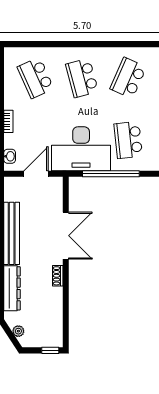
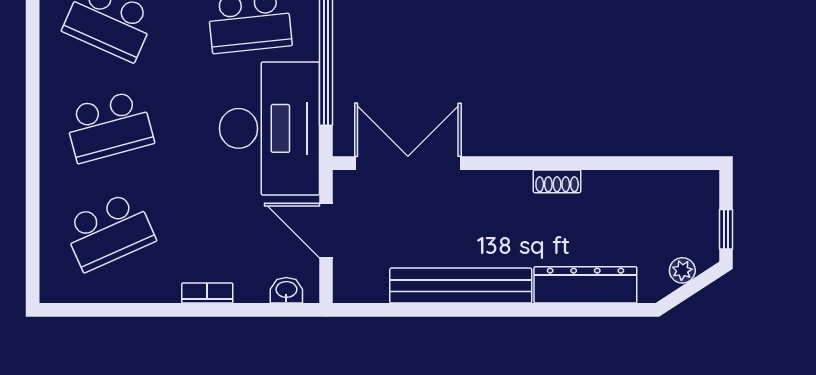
double door: (66, 236) -> (408, 163), moved
window: (50, 350) -> (726, 229), moved

